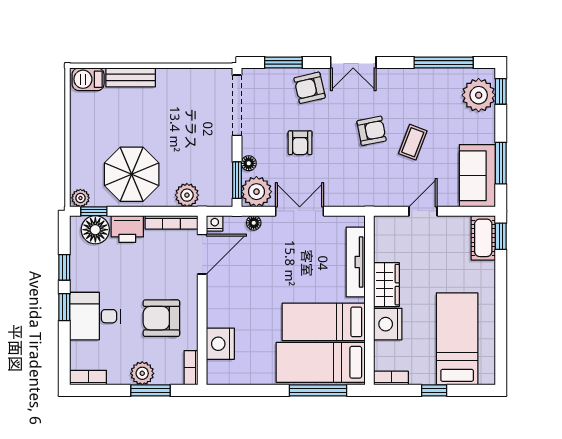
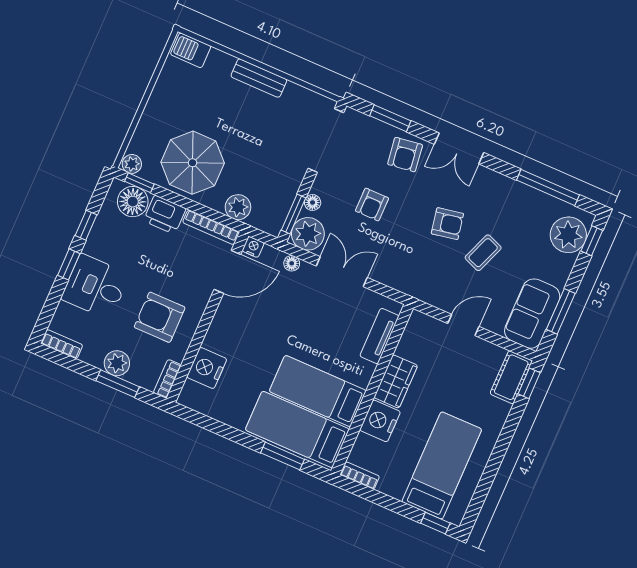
bench: (131, 77) -> (259, 78), moved
armchair: (310, 88) -> (405, 155), turned -85
tv unit: (356, 262) -> (379, 336), width x0.71
window: (318, 390) -> (283, 456), width x0.69
window: (434, 390) -> (435, 523), moved

